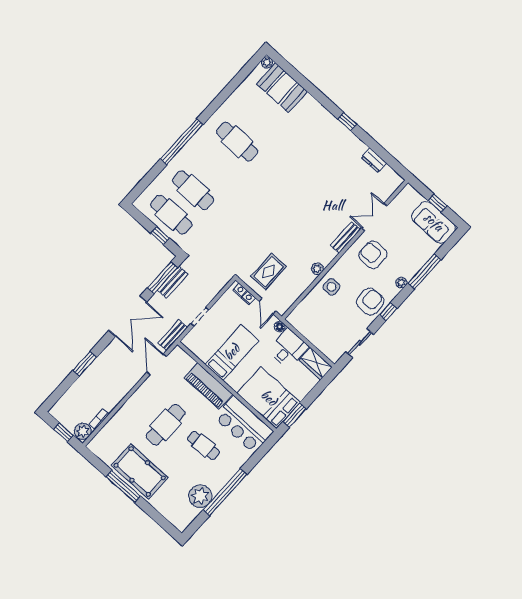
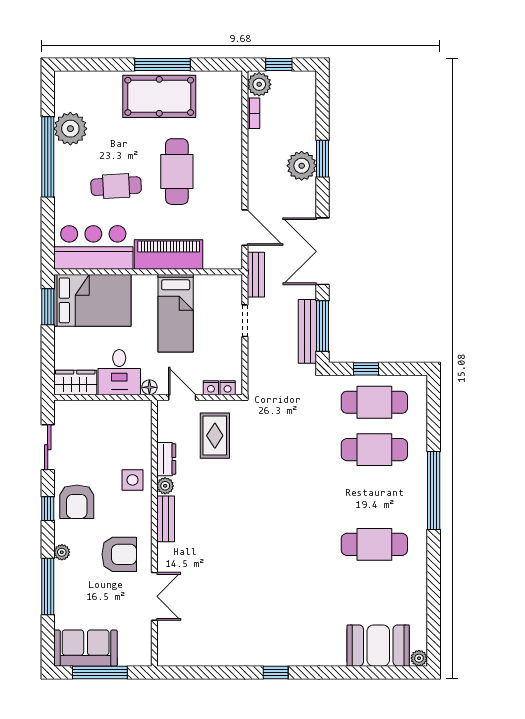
dresser: (374, 160) -> (166, 459), moved, turned 90
window: (438, 203) -> (100, 672), width x2.17
bench: (345, 237) -> (166, 519), moved
bench: (173, 282) -> (307, 331), width x1.36
plant: (99, 370) -> (302, 166), added

